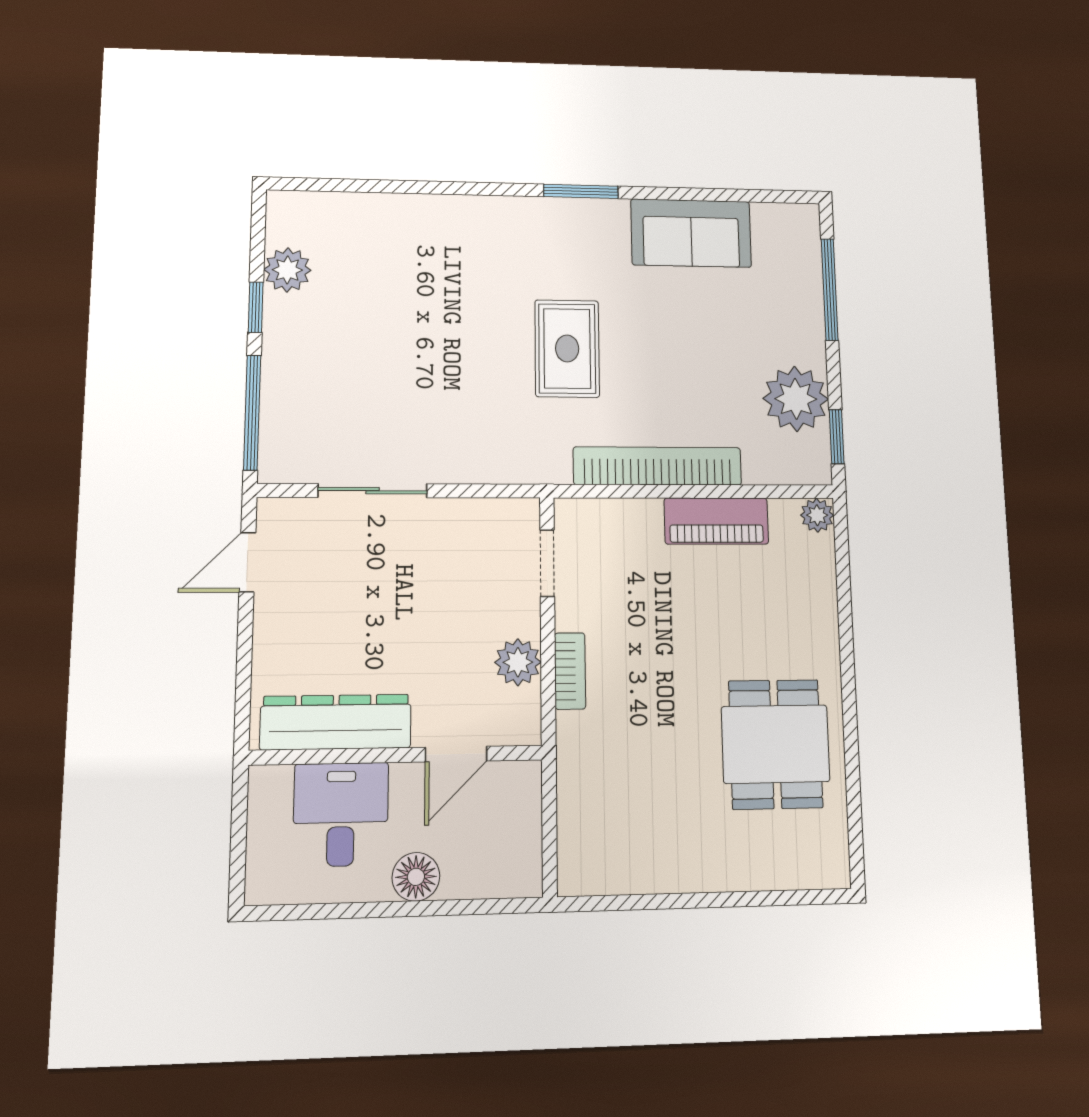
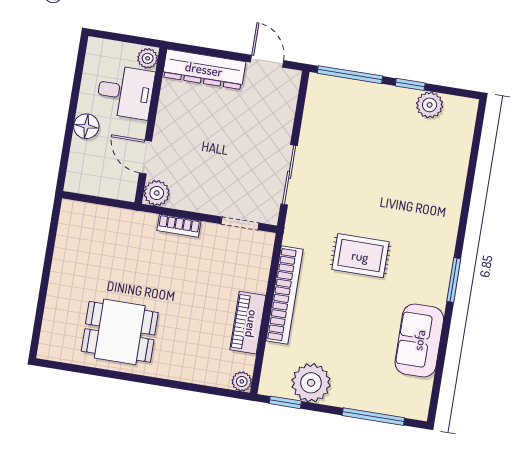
sliding door: (373, 491) -> (289, 175), moved
plant: (518, 662) -> (157, 193), moved
dresser: (336, 722) -> (204, 69), moved, turned 90
plant: (271, 784) -> (148, 58), added

